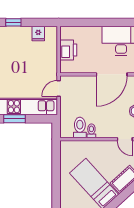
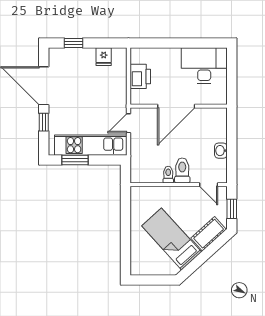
door: (112, 74) -> (176, 106), moved
toilet: (80, 127) -> (182, 171), moved

